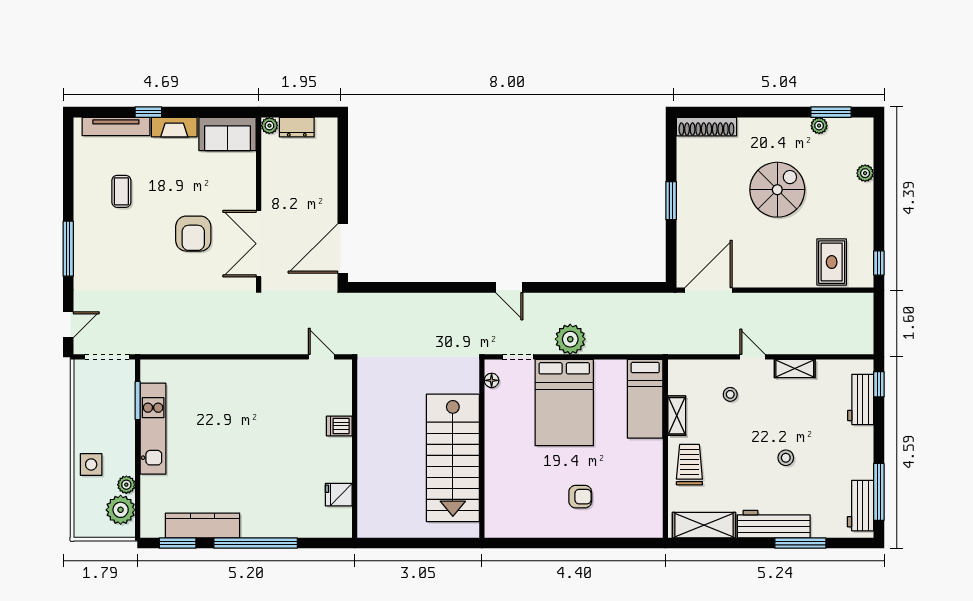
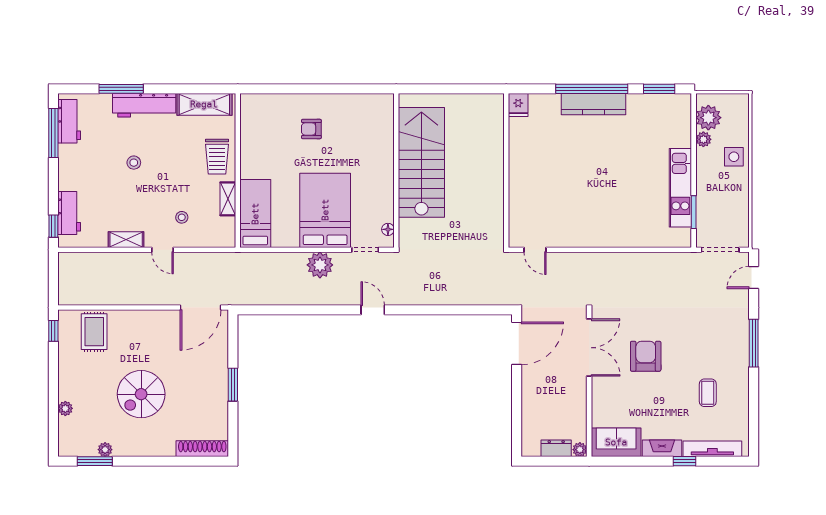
dishwasher: (339, 426) -> (519, 190), removed
fridge: (339, 495) -> (518, 105), moved, turned 90
kitchen counter: (203, 525) -> (593, 104), moved

